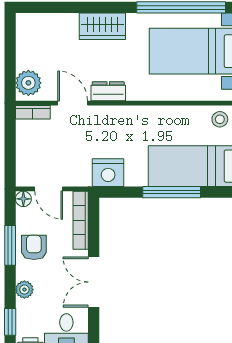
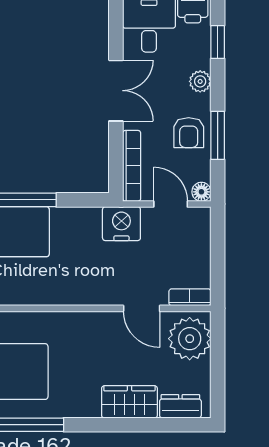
wardrobe: (102, 26) -> (129, 402), moved
plant: (28, 83) -> (190, 339), width x1.36, depth x1.36
dresser: (108, 91) -> (180, 406), moved, turned 180
nightstand: (108, 173) -> (121, 224), moved

